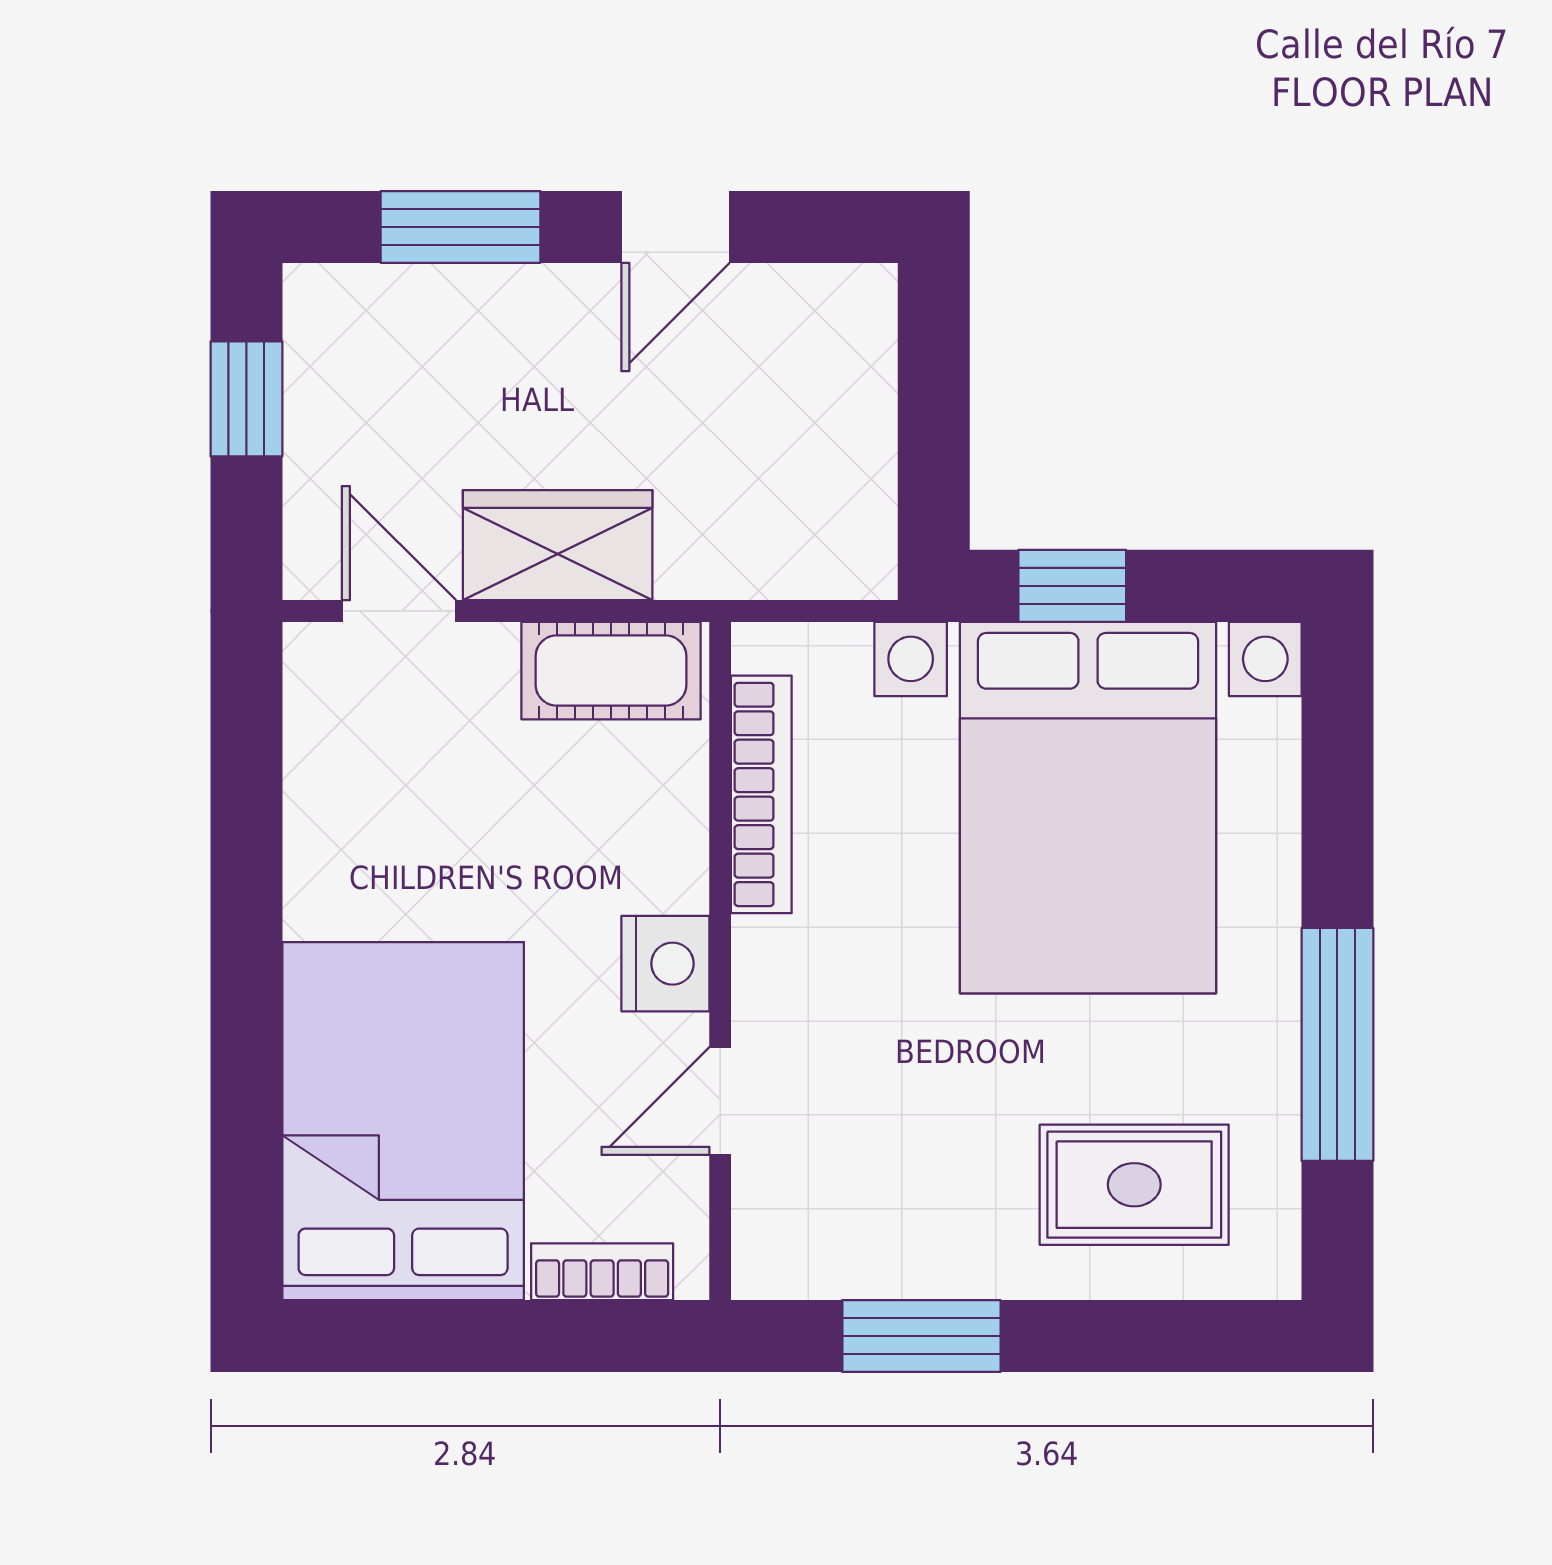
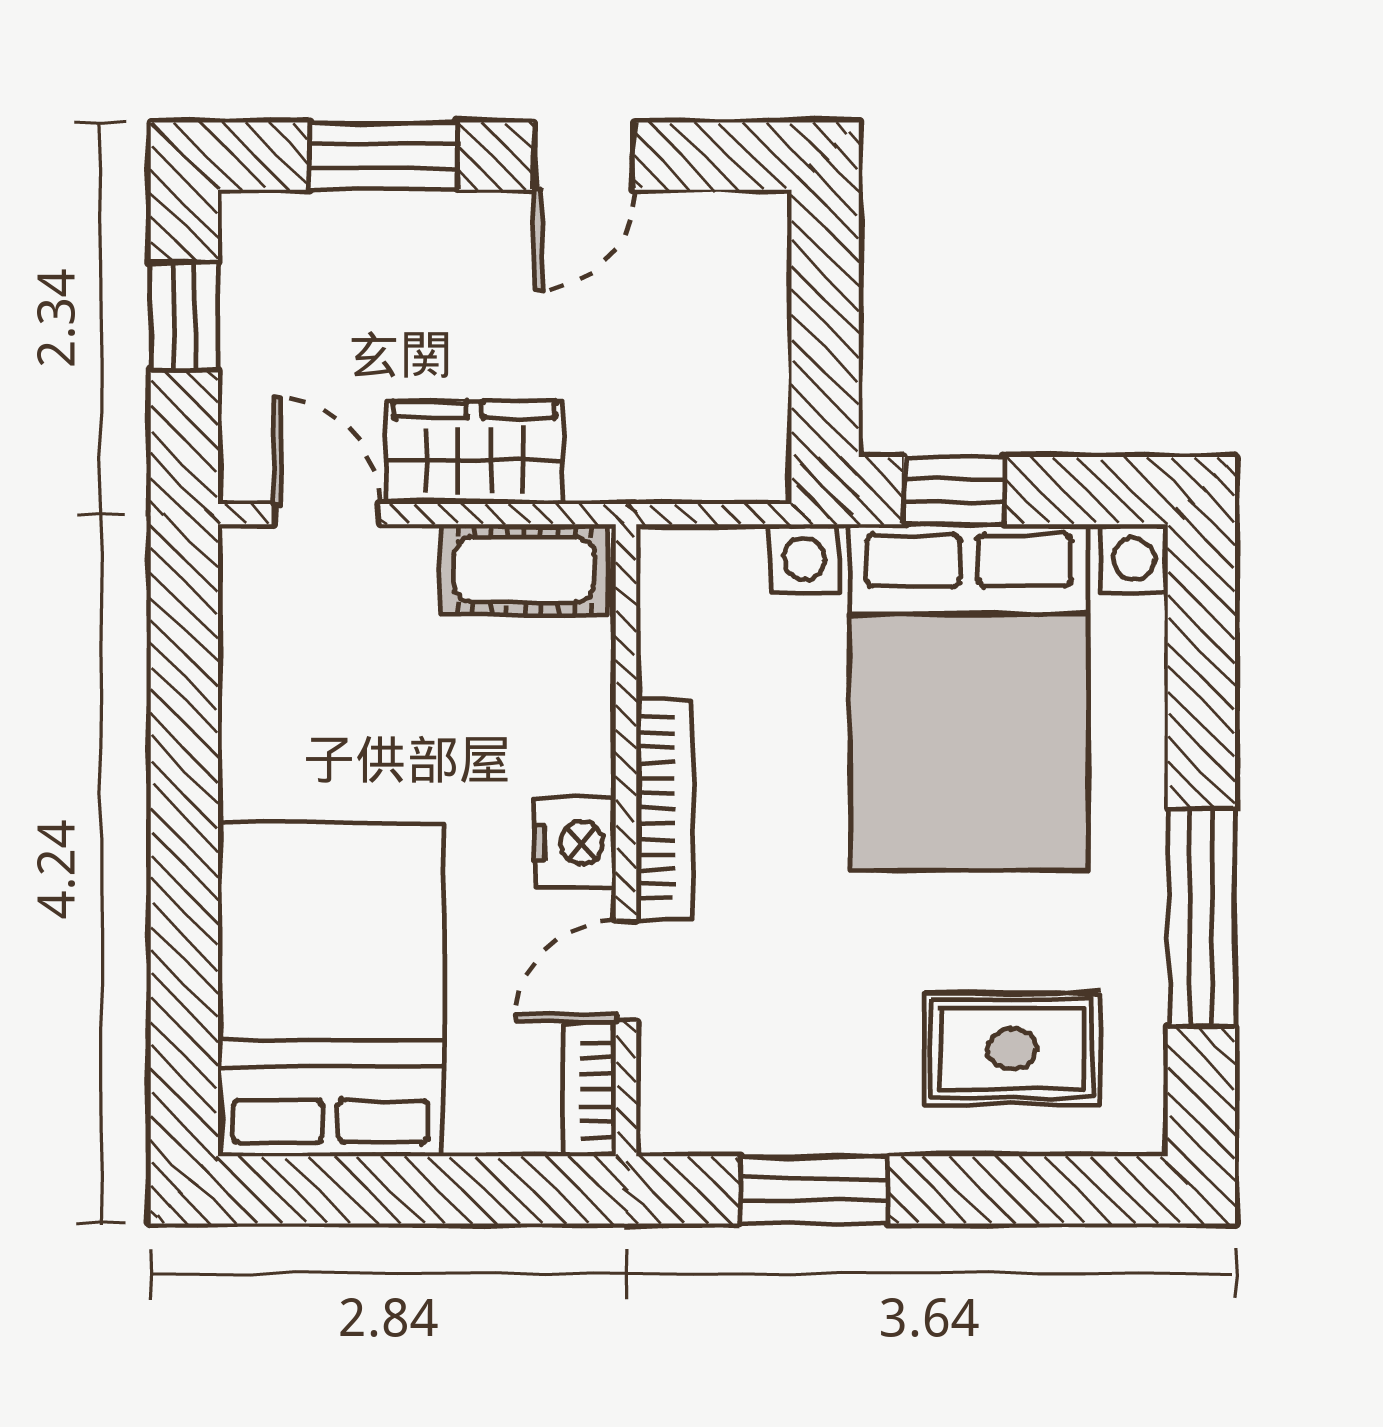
bookcase: (761, 794) -> (664, 808), moved
bookcase: (602, 1272) -> (590, 1090), moved, turned -90

